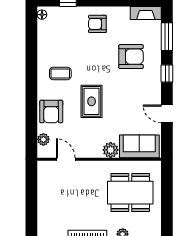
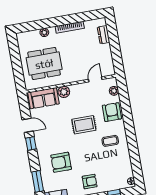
window: (167, 74) -> (31, 143), moved
rug: (92, 101) -> (84, 125), turned 90
door: (66, 159) -> (95, 79), swing flipped
dresser: (44, 217) -> (104, 35), added

